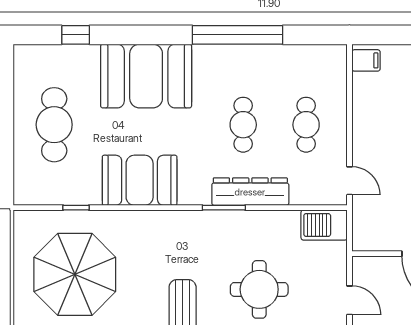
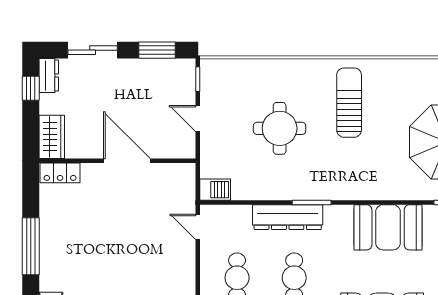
barbecue: (324, 225) -> (215, 190), width x0.73, depth x0.79

